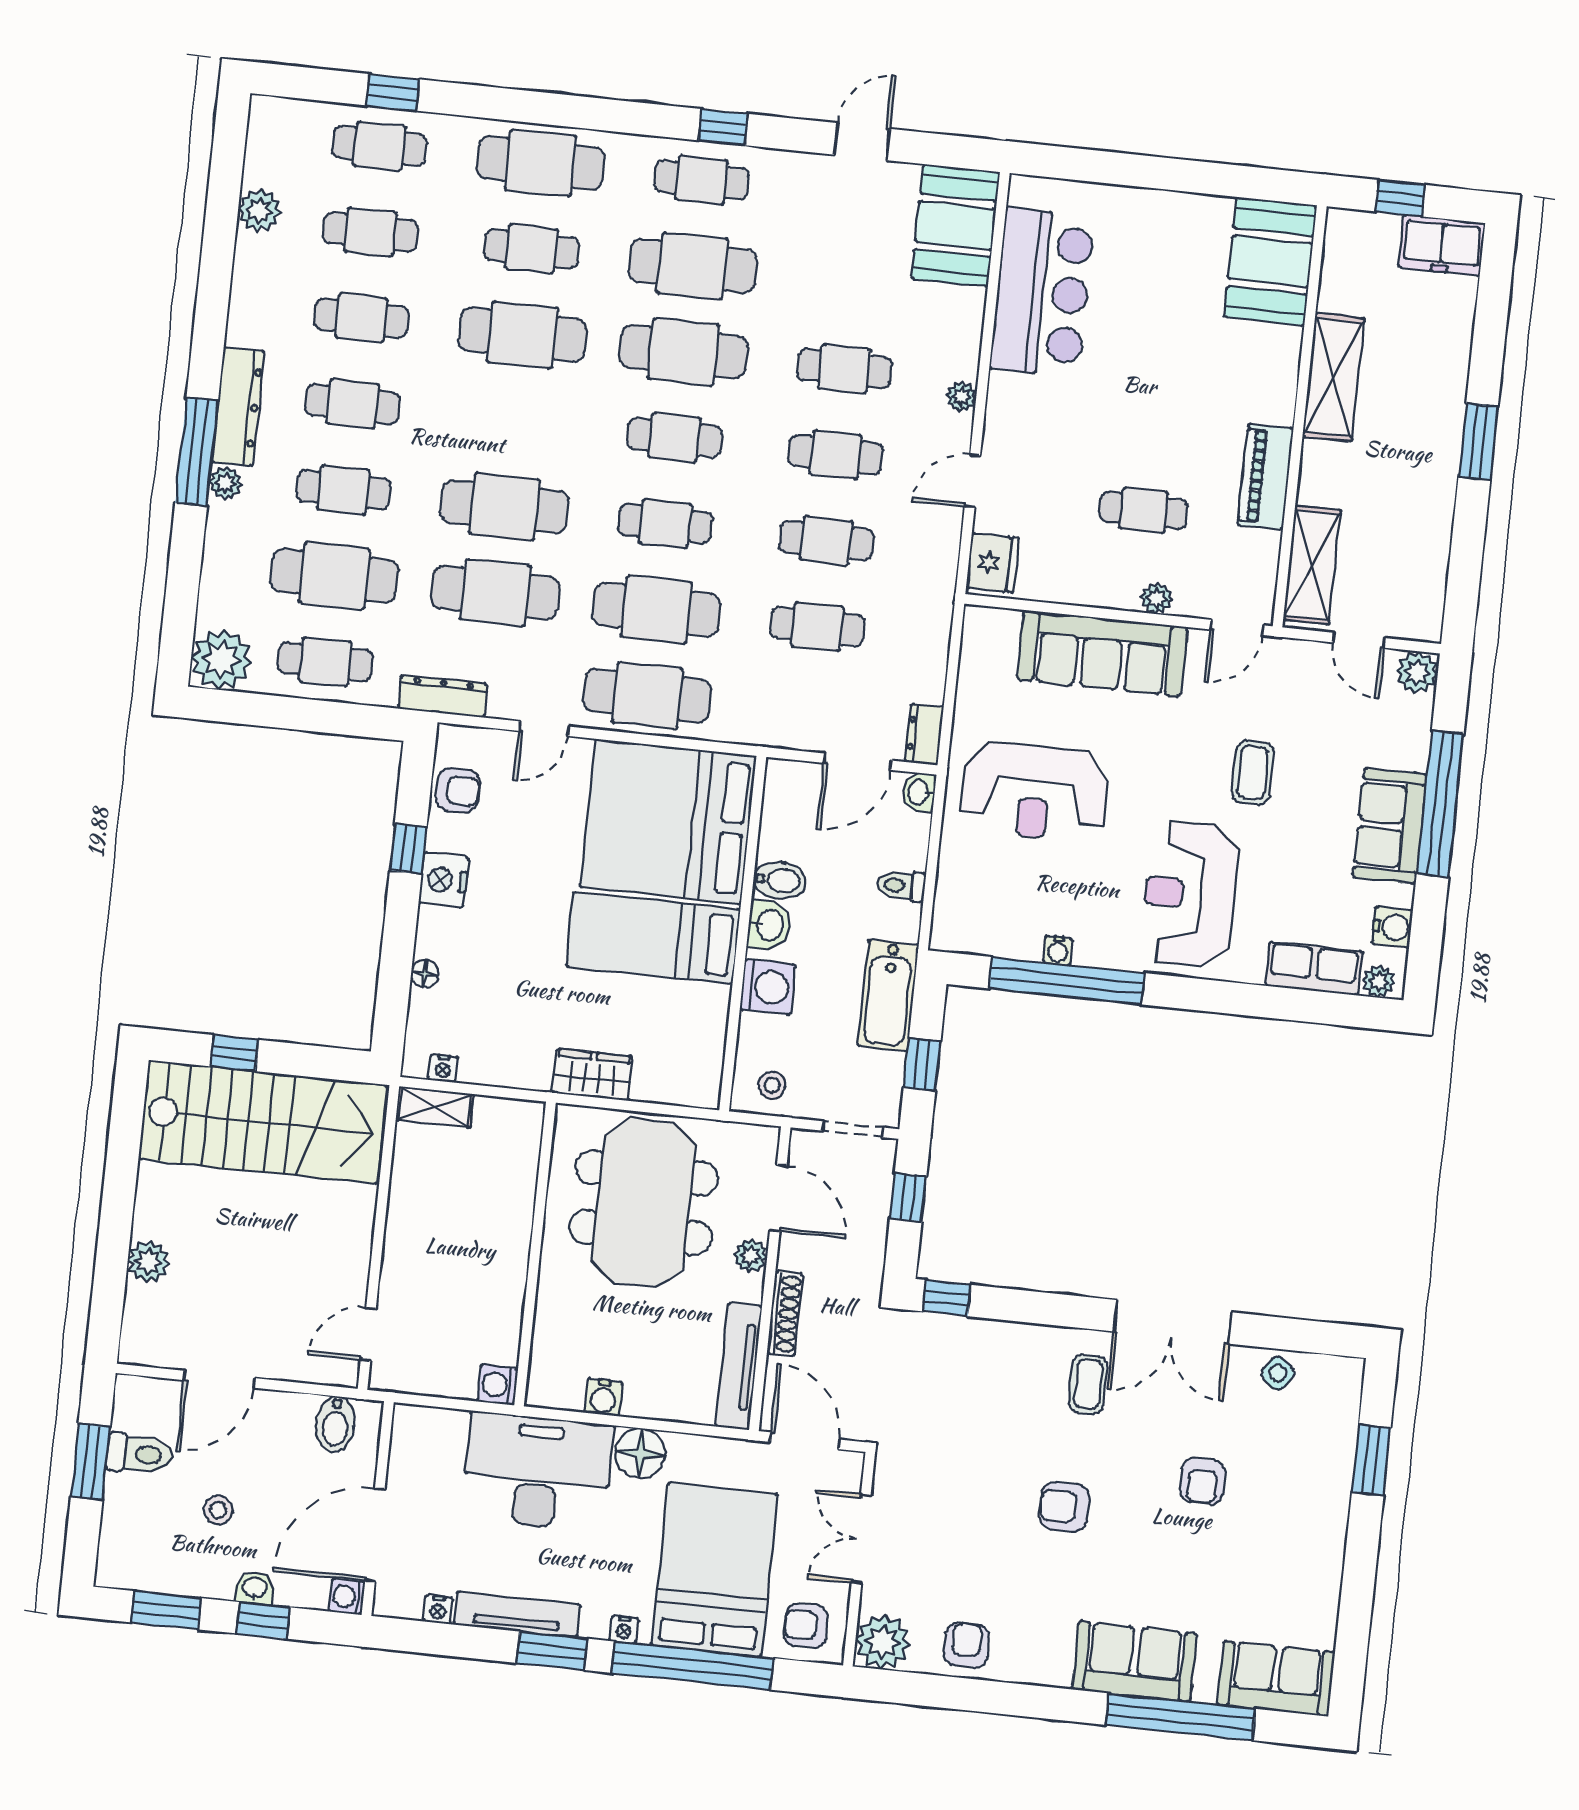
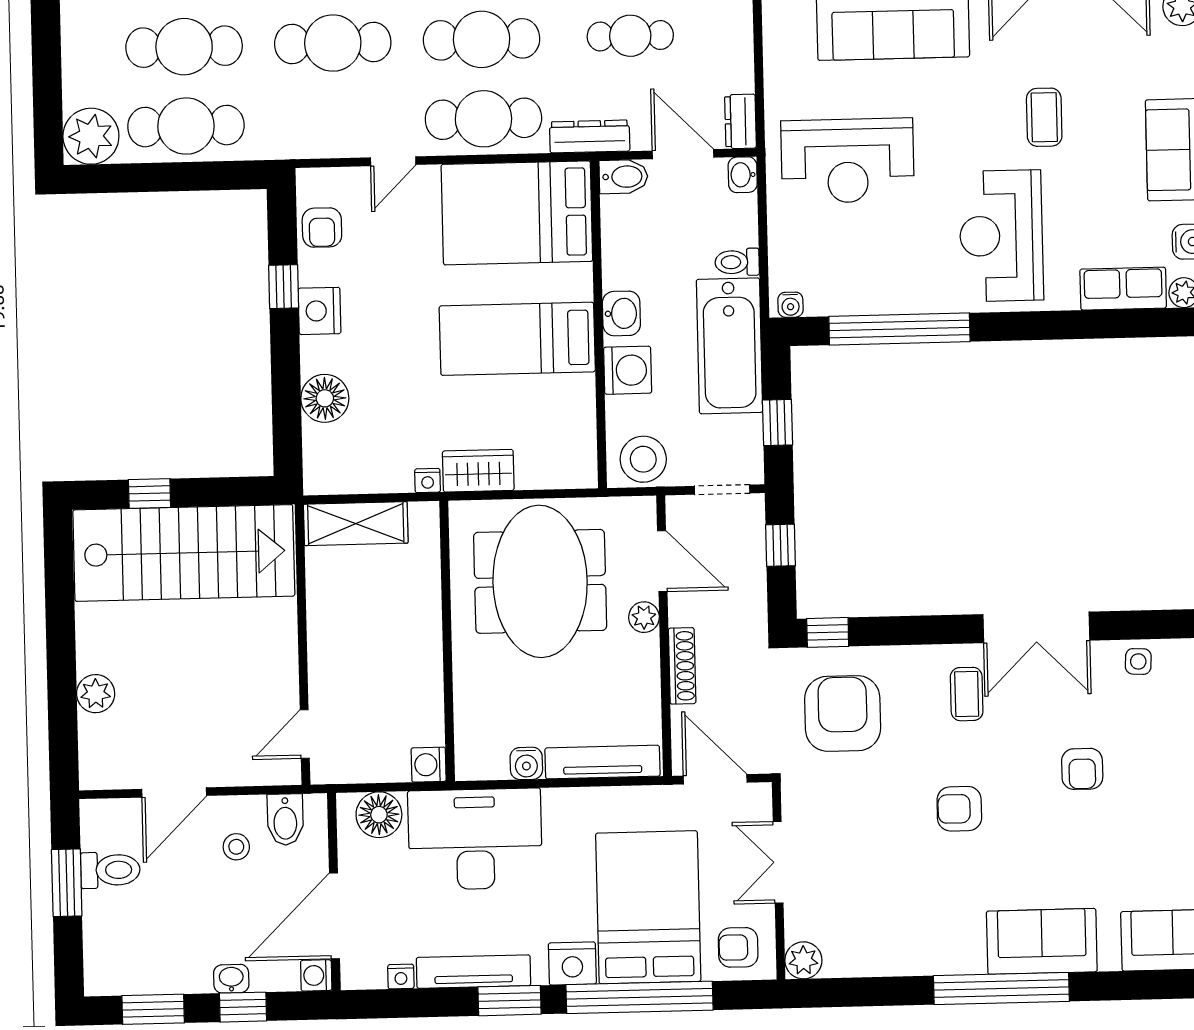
cafe table: (325, 662) -> (186, 126), width x1.37, depth x1.35
dresser: (442, 696) -> (590, 136), moved
door: (858, 762) -> (683, 154), swing flipped
armchair: (458, 790) -> (322, 228), turned 90
bed: (668, 822) -> (517, 213), width x0.73
bidet: (780, 880) -> (623, 177), moved
water cooler: (1058, 950) -> (790, 305), moved
floor lamp: (425, 974) -> (325, 398), width x1.89, depth x1.89
bathtub: (888, 995) -> (729, 346), width x1.36, depth x1.36
nightstand: (443, 1068) -> (428, 481), moved
stool: (772, 1085) -> (643, 459), width x1.89, depth x1.89
shelving: (435, 1107) -> (356, 524), width x1.50, depth x1.33
tv unit: (739, 1366) -> (602, 762), moved, turned 90
side table: (1278, 1373) -> (1138, 661), turned -35
floor lamp: (640, 1453) -> (379, 815), moved
stool: (218, 1510) -> (236, 847), moved
nightstand: (624, 1630) -> (572, 963), width x1.89, depth x1.79
plant: (883, 1642) -> (803, 960), width x0.73, depth x0.73
armchair: (966, 1645) -> (843, 713), moved, width x1.88, depth x1.88
window: (1180, 1717) -> (1001, 989), moved

